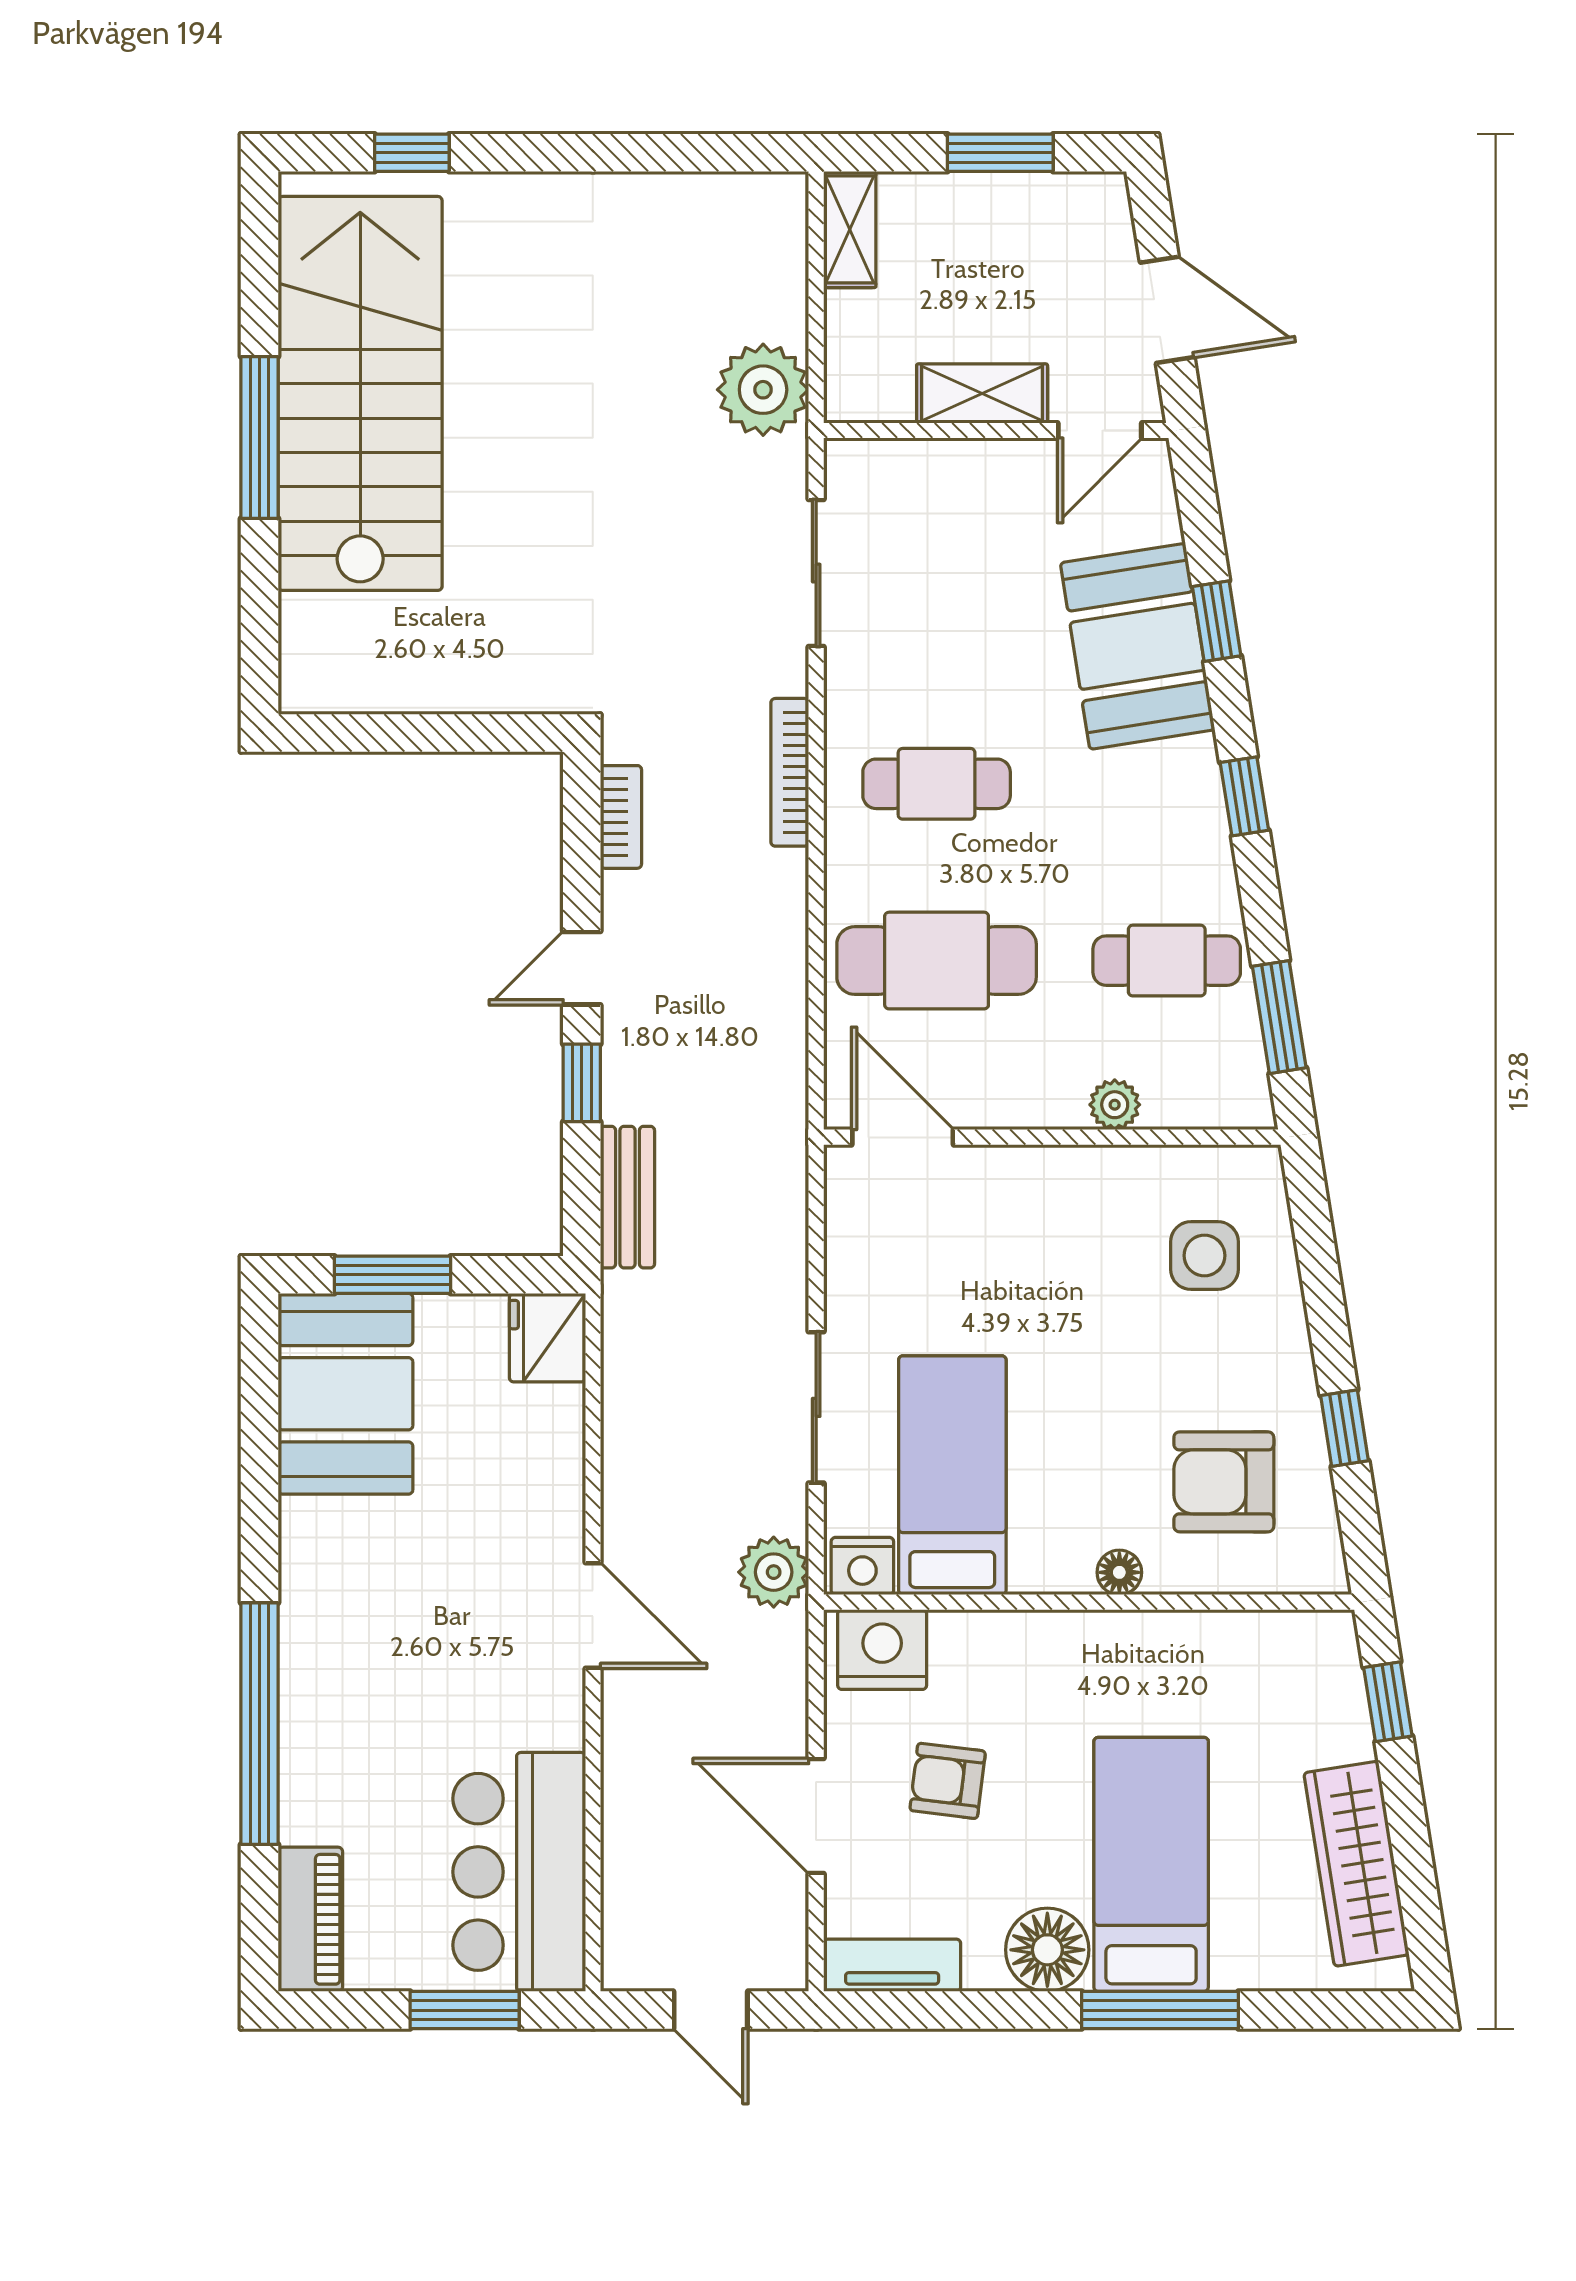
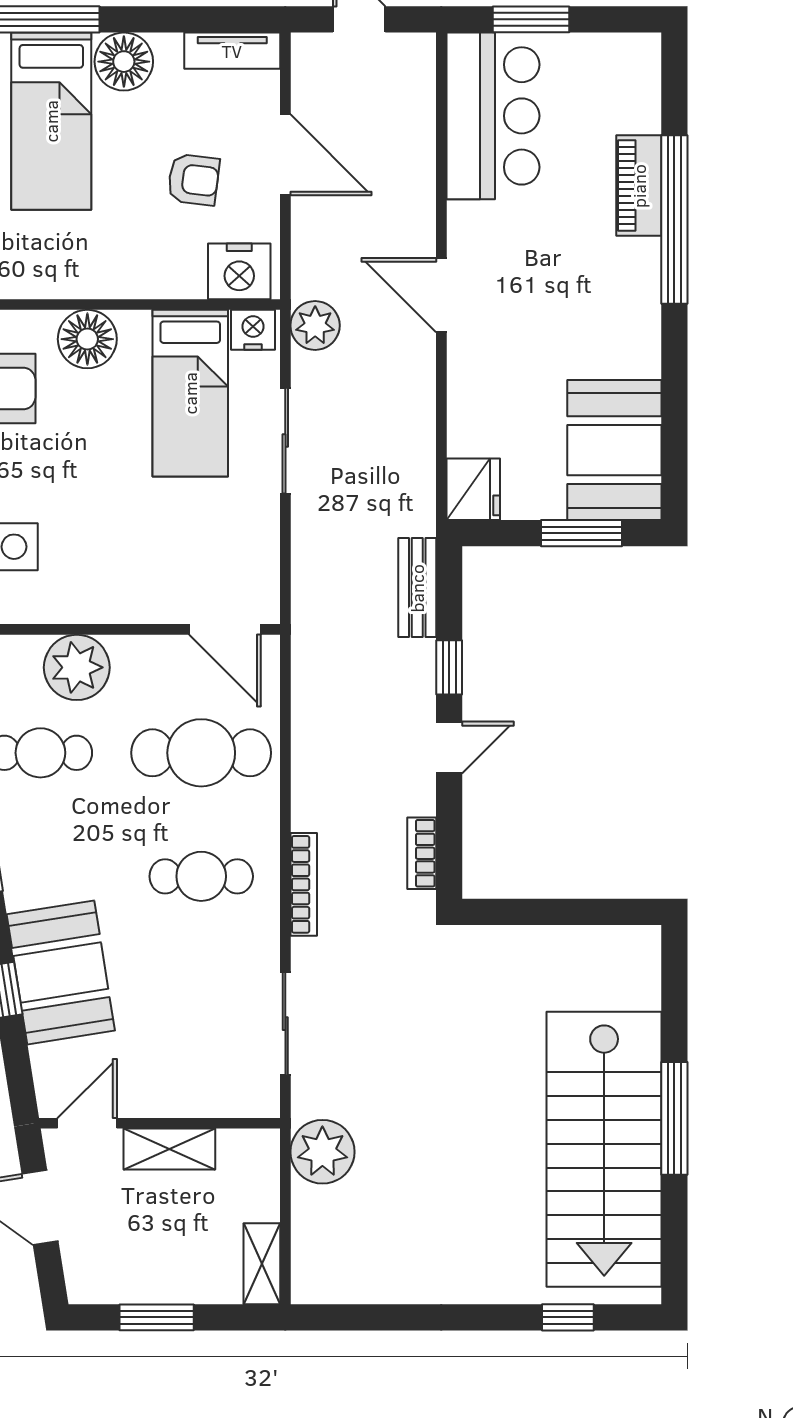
plant: (1115, 1105) -> (77, 667), width x1.87, depth x1.87
floor lamp: (1119, 1572) -> (87, 339), width x1.89, depth x1.89
piano: (310, 1919) -> (639, 186), moved

